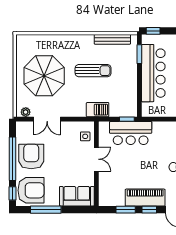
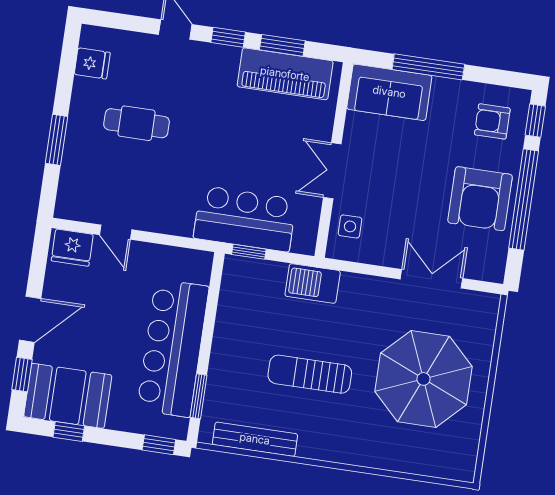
plant: (26, 112) -> (478, 302), removed
armchair: (31, 190) -> (492, 121), width x0.53, depth x0.53
piano: (145, 198) -> (285, 74), moved
window: (46, 210) -> (428, 67), moved

